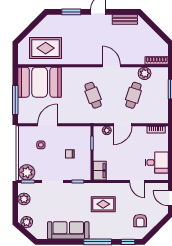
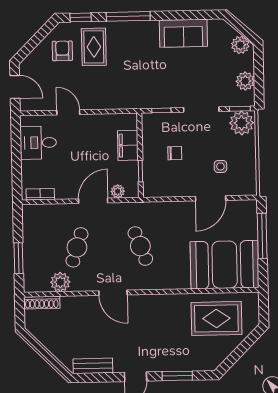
filing cabinet: (100, 171) -> (128, 145), moved
rug: (103, 204) -> (94, 47), moved, turned 90
sofa: (68, 230) -> (183, 33), width x0.73

